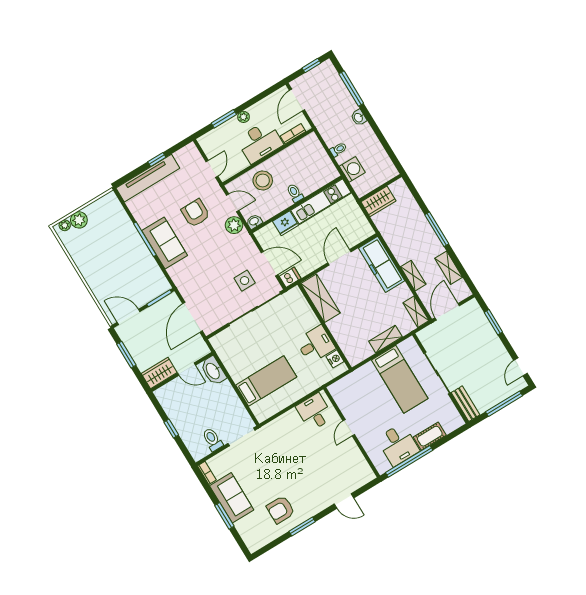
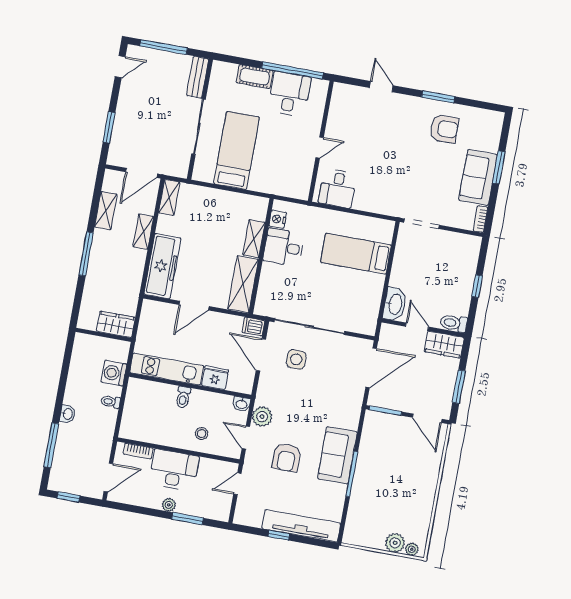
stool: (263, 180) -> (202, 434), width x0.53, depth x0.53
shelving: (386, 339) -> (254, 239), moved, turned 90
toilet: (212, 439) -> (454, 323), moved, turned 90

